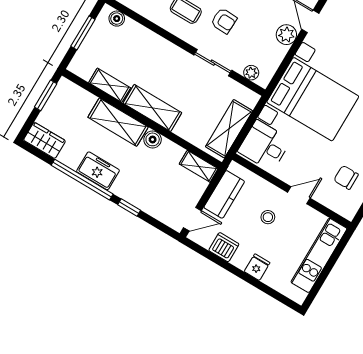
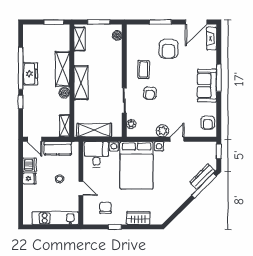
shelving: (110, 85) -> (79, 39), moved
wardrobe: (44, 140) -> (29, 36), removed
fridge: (257, 267) -> (29, 178), moved

